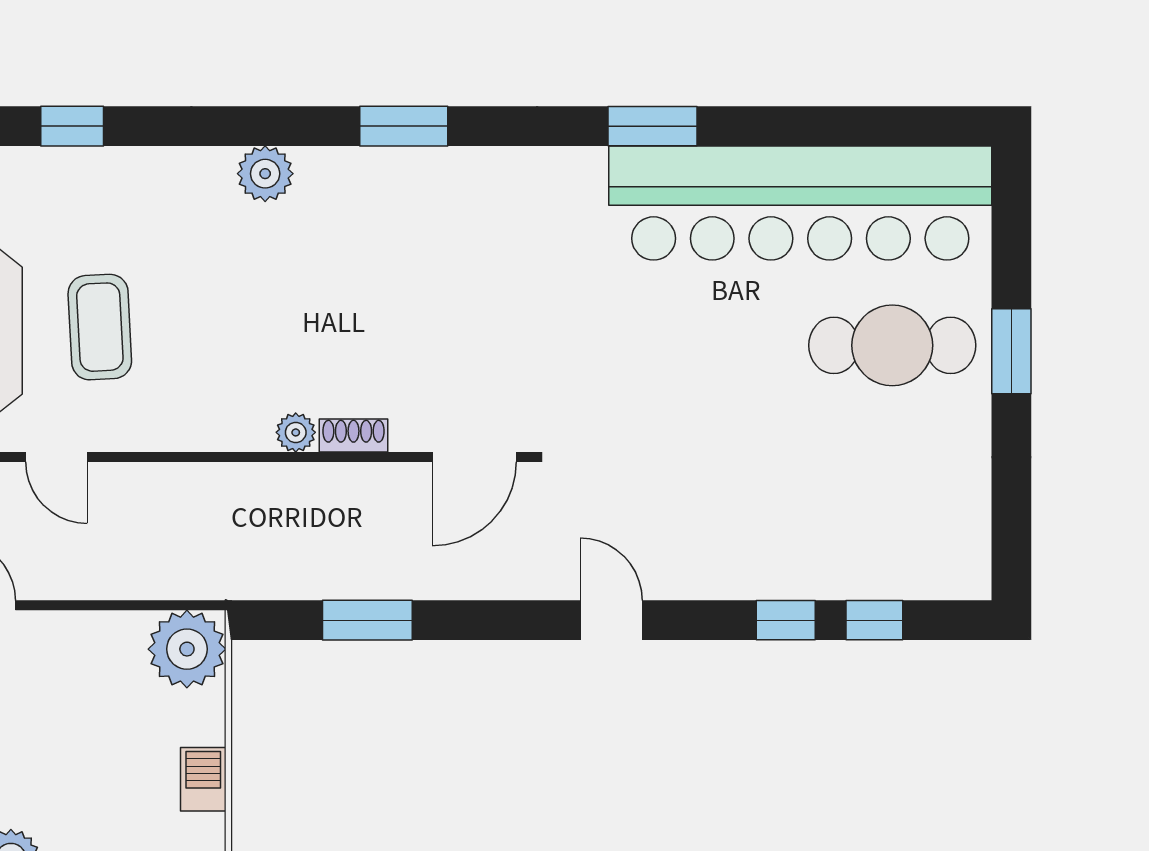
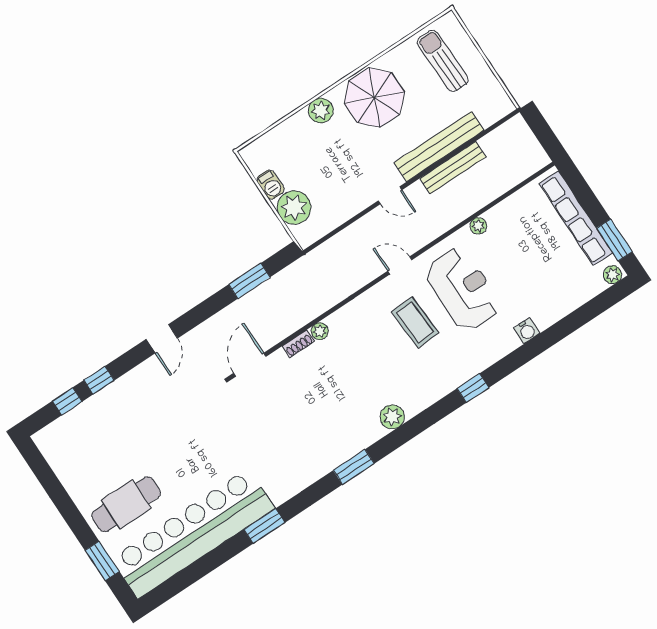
window: (1011, 351) -> (102, 561), moved
door: (611, 620) -> (162, 339), hinge flipped
plant: (187, 649) -> (294, 208), moved

